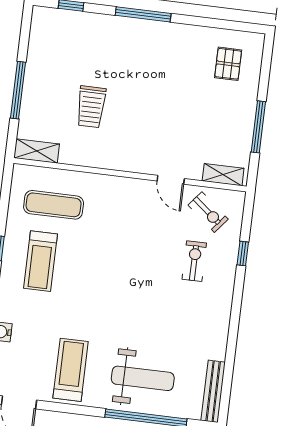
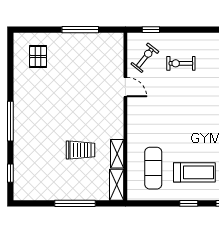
pallet: (228, 64) -> (38, 56), turned 90
shelving: (223, 175) -> (117, 154), moved
door: (171, 180) -> (125, 87), hinge flipped
window: (243, 254) -> (151, 30), moved

